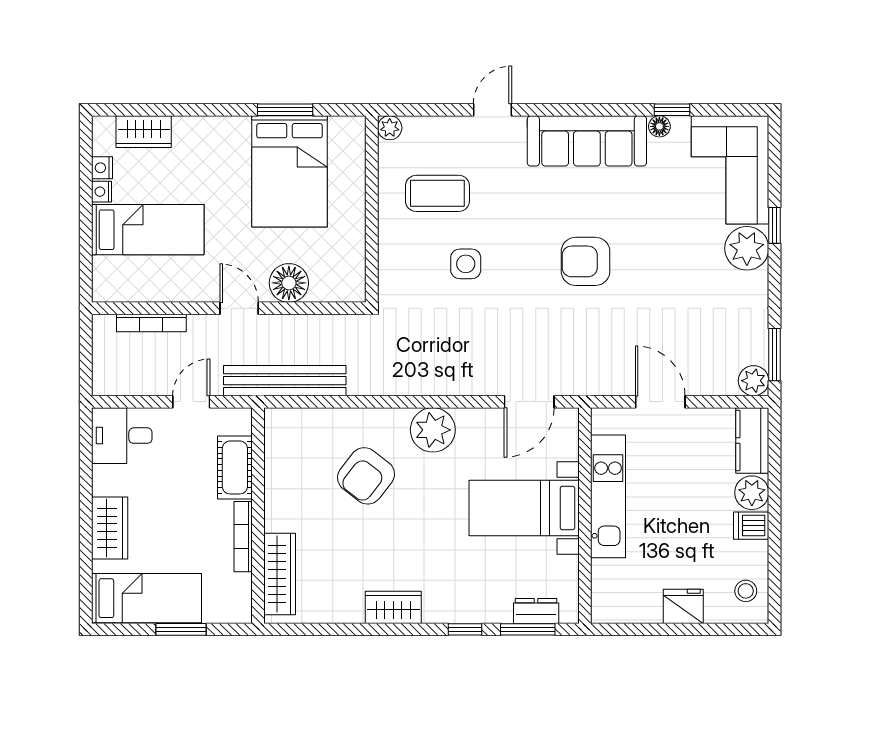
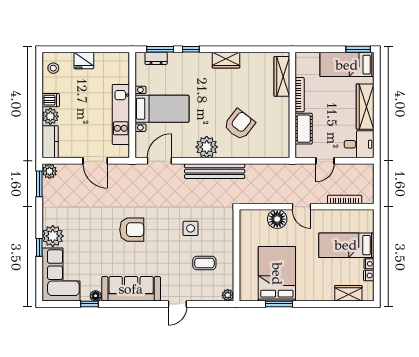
coffee table: (437, 193) -> (204, 263), width x0.73, depth x0.77
bench: (285, 381) -> (215, 171), moved
wardrobe: (110, 528) -> (365, 107), width x1.50
window: (181, 629) -> (358, 49), moved

